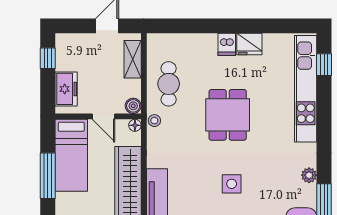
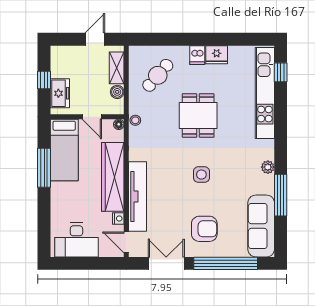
window: (48, 58) -> (44, 80), moved
cafe table: (169, 84) -> (158, 75), moved, turned 41
boiler: (133, 106) -> (117, 92), moved

